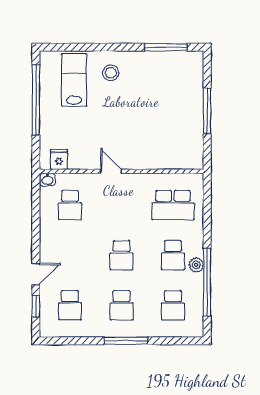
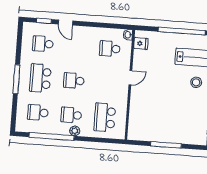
plant: (196, 265) -> (75, 131), moved
school desk: (121, 305) -> (40, 78), width x1.85

